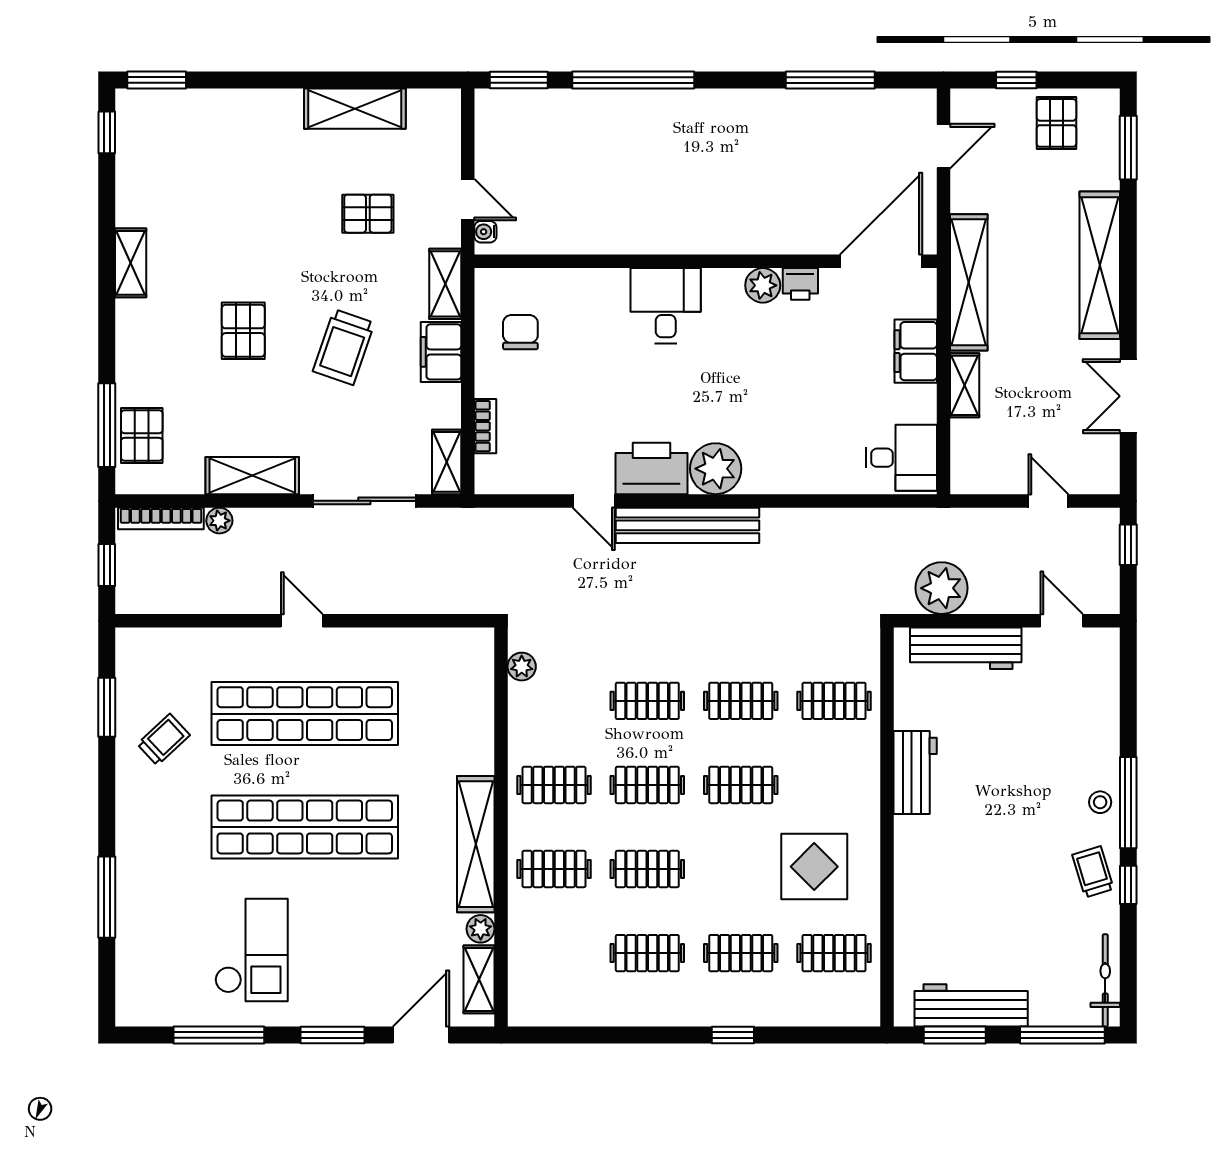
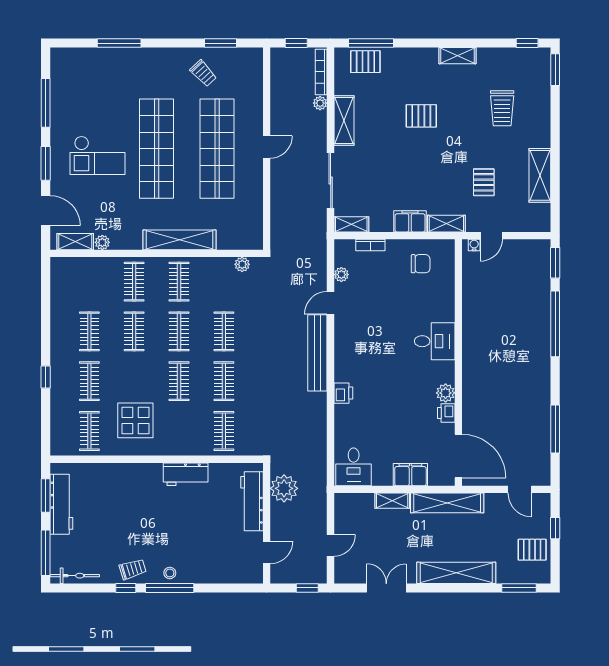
trolley: (344, 347) -> (502, 108), moved, turned -109
printer: (651, 468) -> (343, 393), moved, width x0.53, depth x0.68
plant: (716, 469) -> (341, 275), moved, width x0.53, depth x0.53
shelving: (476, 844) -> (180, 240), moved
checkout: (251, 950) -> (97, 155), moved

